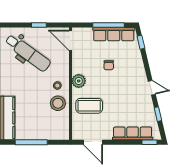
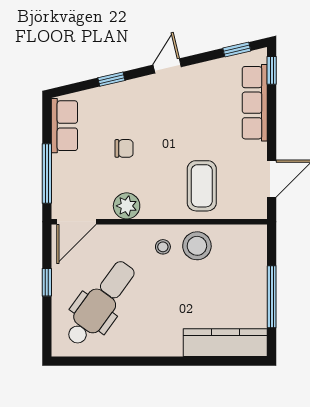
window: (109, 25) -> (47, 173), moved
row of seats: (114, 34) -> (64, 126), width x0.68
window: (141, 42) -> (111, 79), moved
plant: (79, 81) -> (127, 206), moved
window: (158, 114) -> (237, 49), moved

